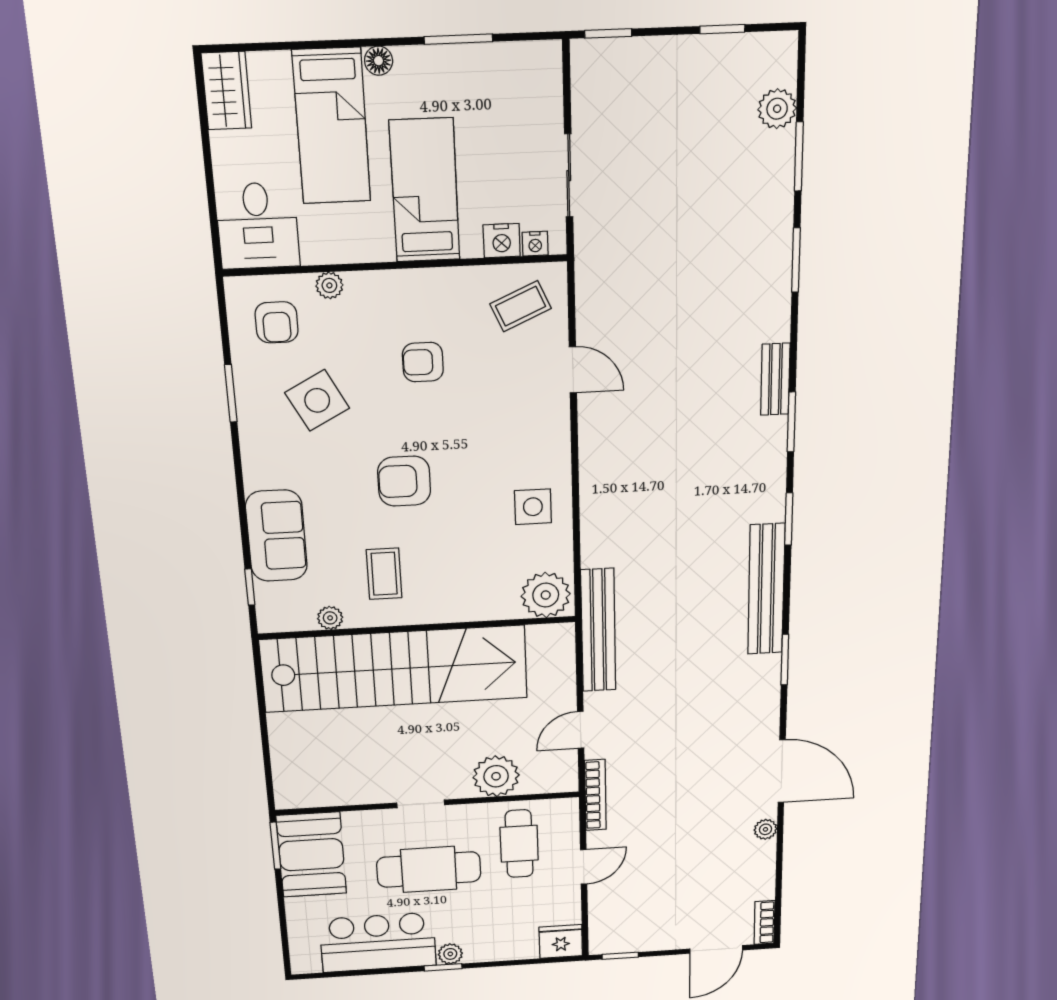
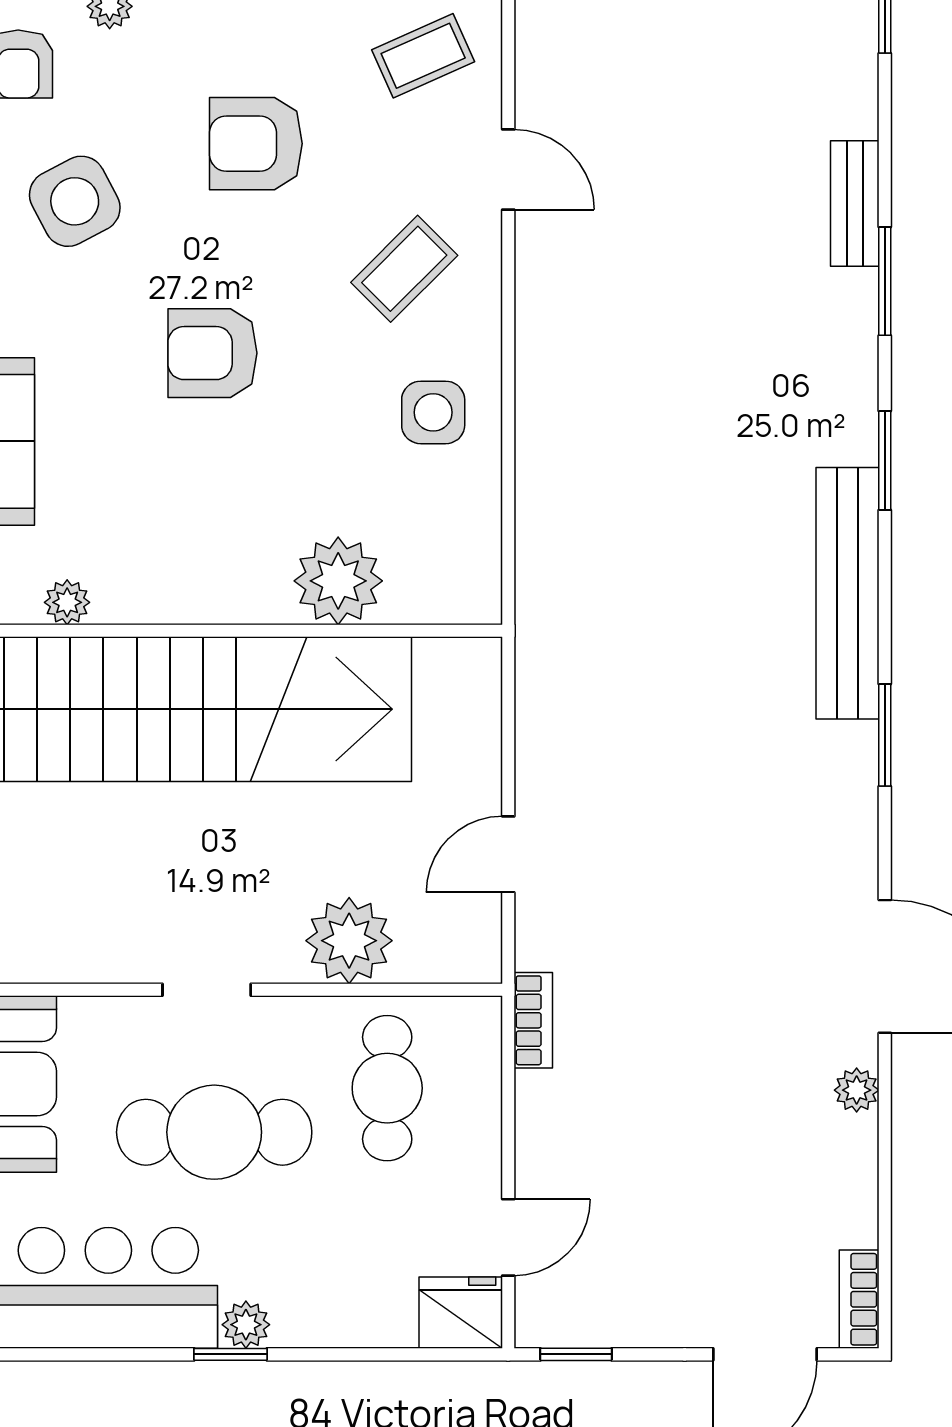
armchair: (423, 362) -> (256, 144), width x1.38, depth x1.38
coffee table: (384, 574) -> (404, 269), moved, turned 45
plant: (546, 595) -> (338, 581), moved
bench: (598, 630) -> (544, 656), removed
bookcase: (595, 795) -> (533, 1020), width x0.64
door: (584, 867) -> (508, 1237), moved

